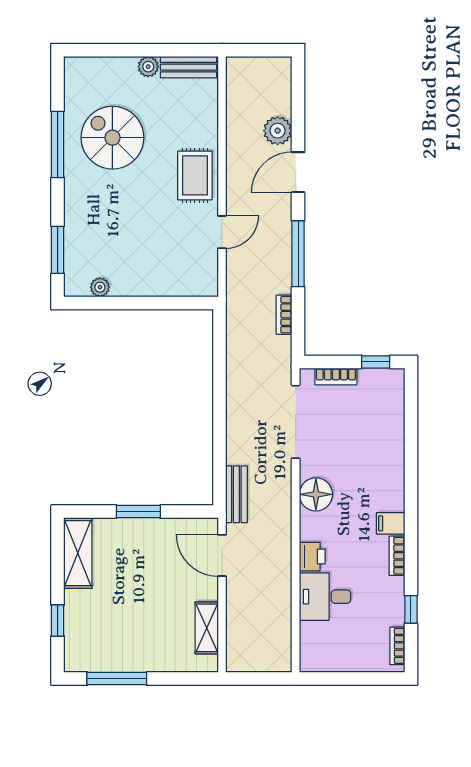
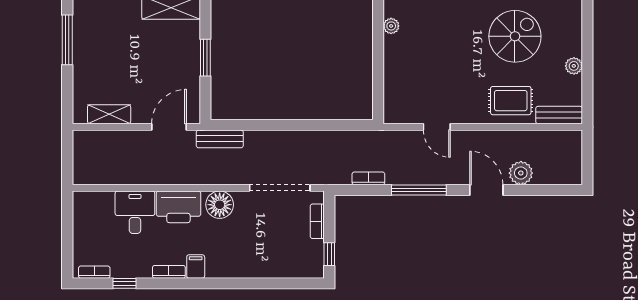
bench: (189, 67) -> (559, 115), moved, turned 90
rug: (195, 175) -> (511, 101), moved
printer: (312, 557) -> (178, 207), width x1.87, depth x1.48

